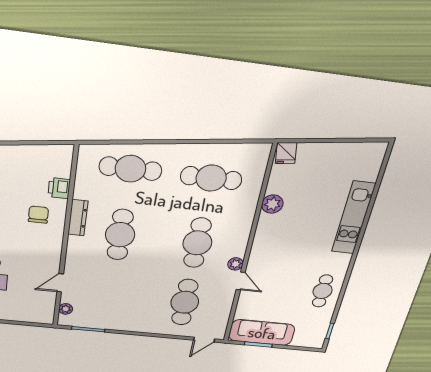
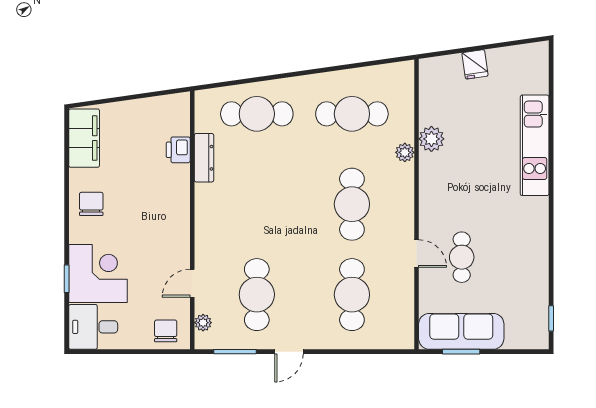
fridge: (286, 153) -> (475, 64), moved
chair: (38, 215) -> (166, 331), moved
dresser: (78, 218) -> (204, 158), moved
cafe table: (120, 235) -> (257, 295), moved
plant: (235, 264) -> (405, 152), moved
cafe table: (323, 291) -> (462, 257), moved
door: (204, 340) -> (289, 352), moved

